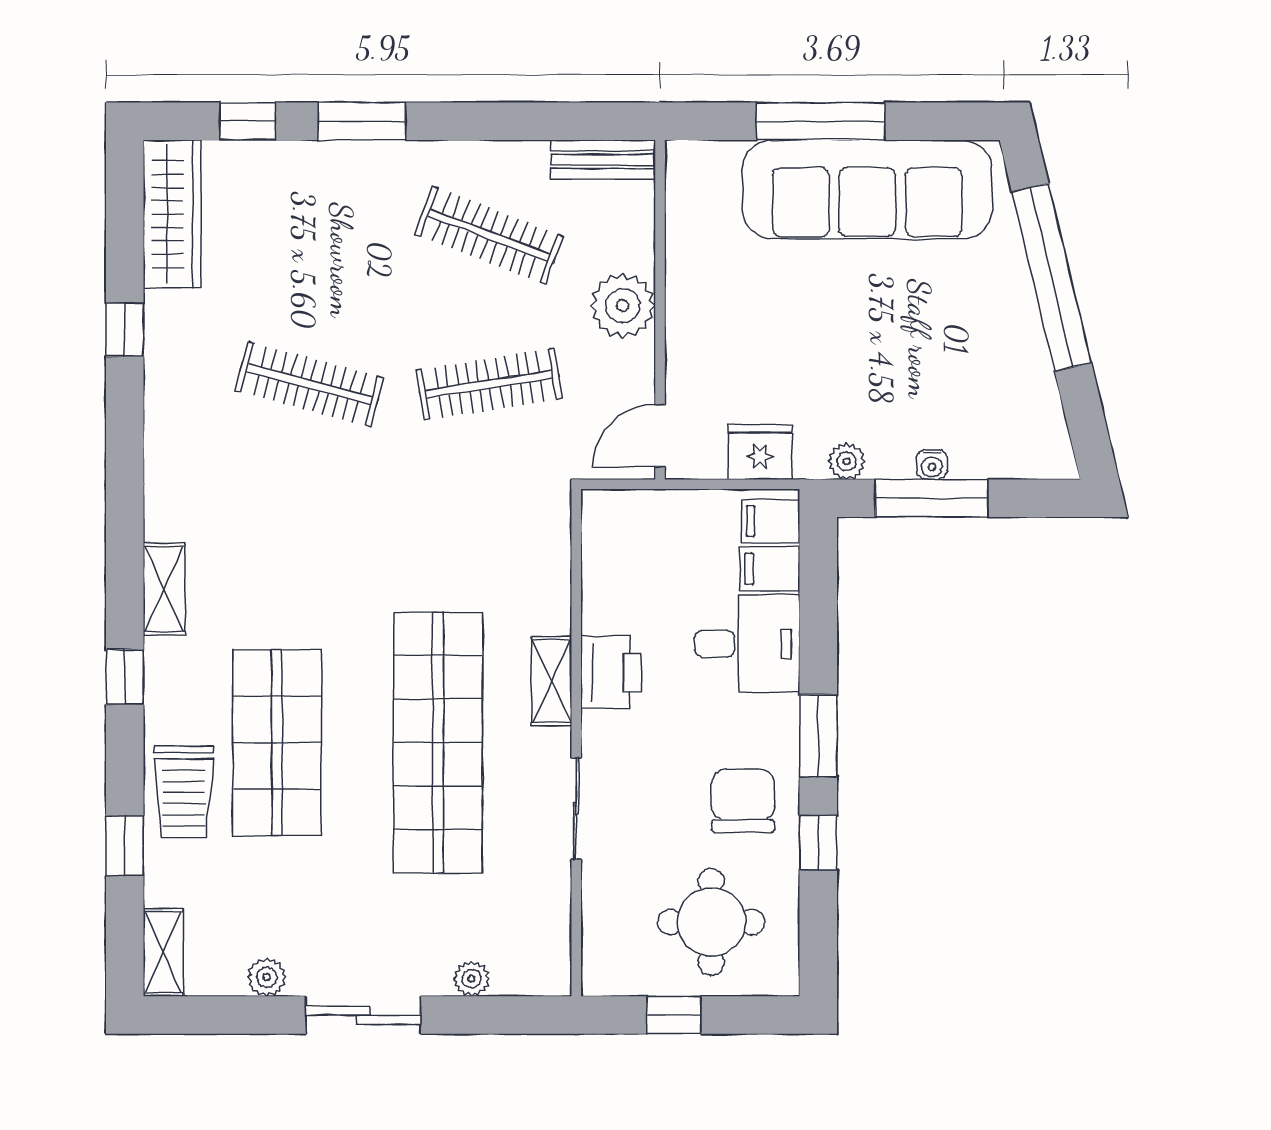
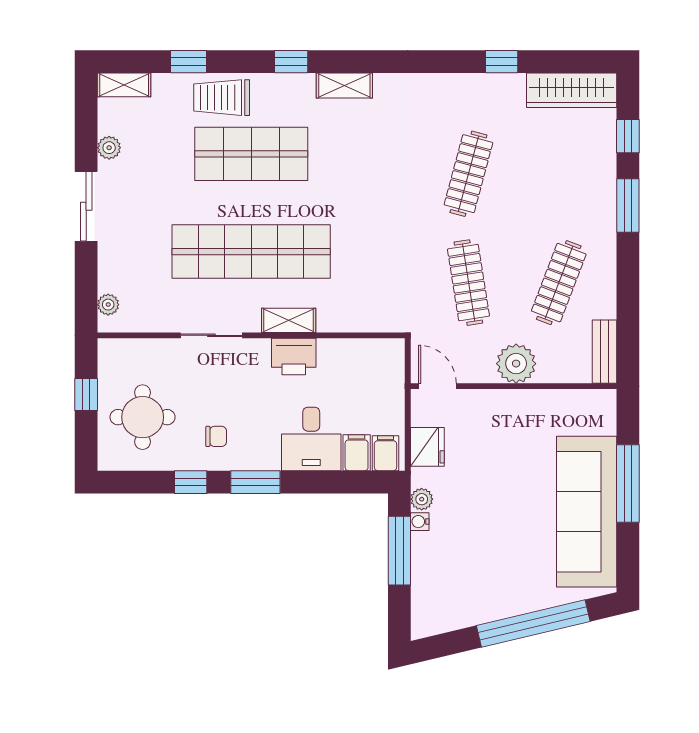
water cooler: (932, 465) -> (420, 522), moved
chair: (743, 801) -> (216, 436), width x0.54, depth x0.54
plant: (471, 979) -> (108, 305), moved

